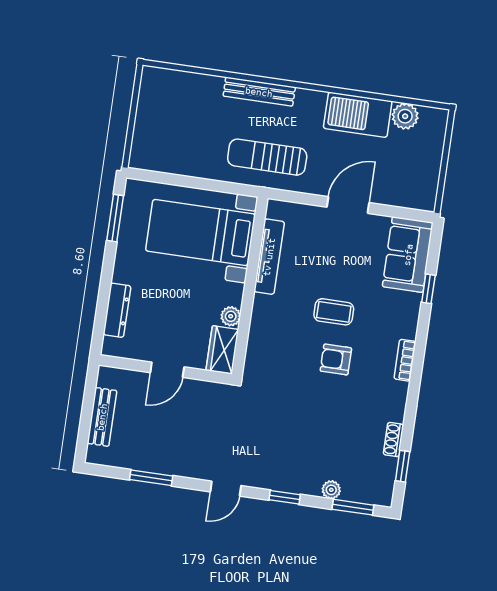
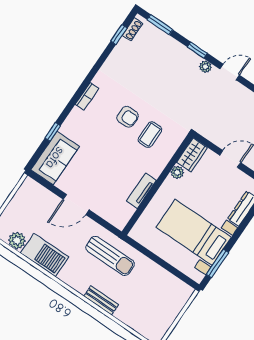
bench: (259, 92) -> (101, 300), width x0.73
bed with nightstands: (200, 232) -> (194, 232), moved, turned 180
tv unit: (269, 257) -> (141, 191), width x0.71
coffee table: (334, 312) -> (150, 135), moved, turned 90
shoe rack: (393, 440) -> (133, 29), moved
plant: (331, 490) -> (205, 67), moved

